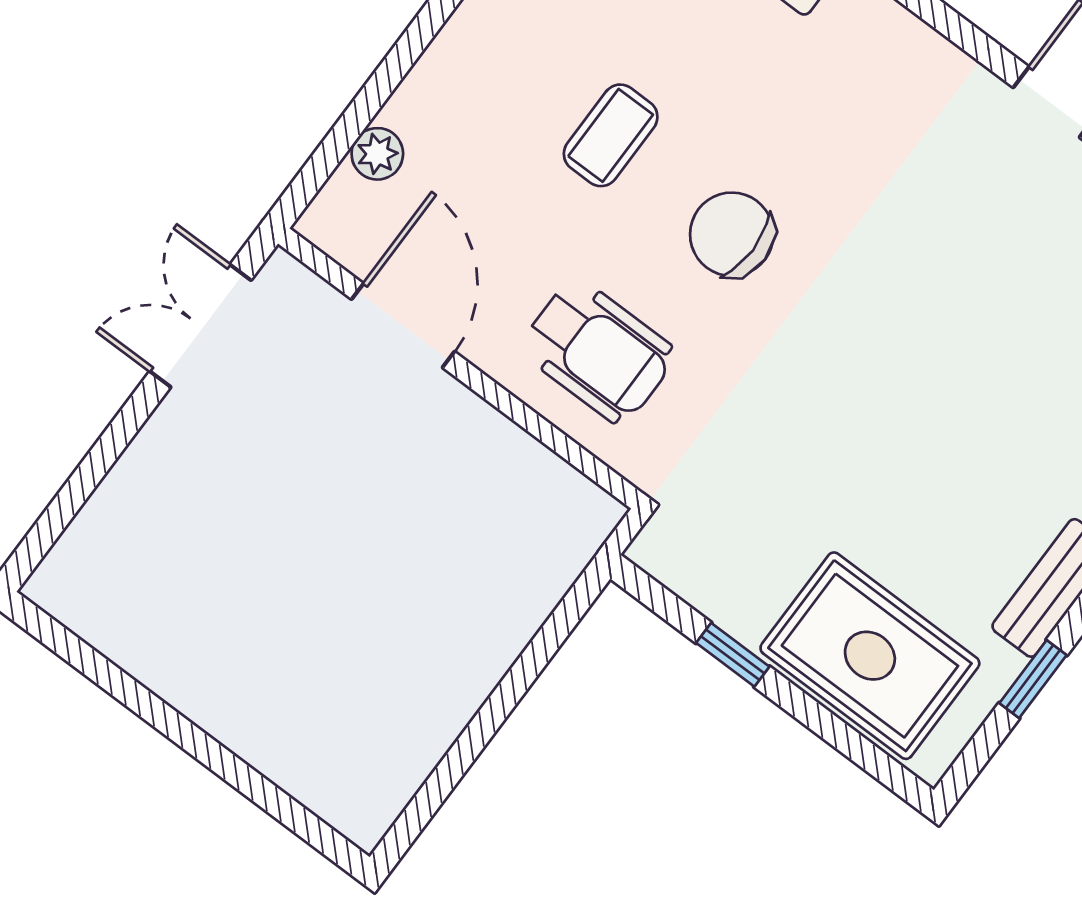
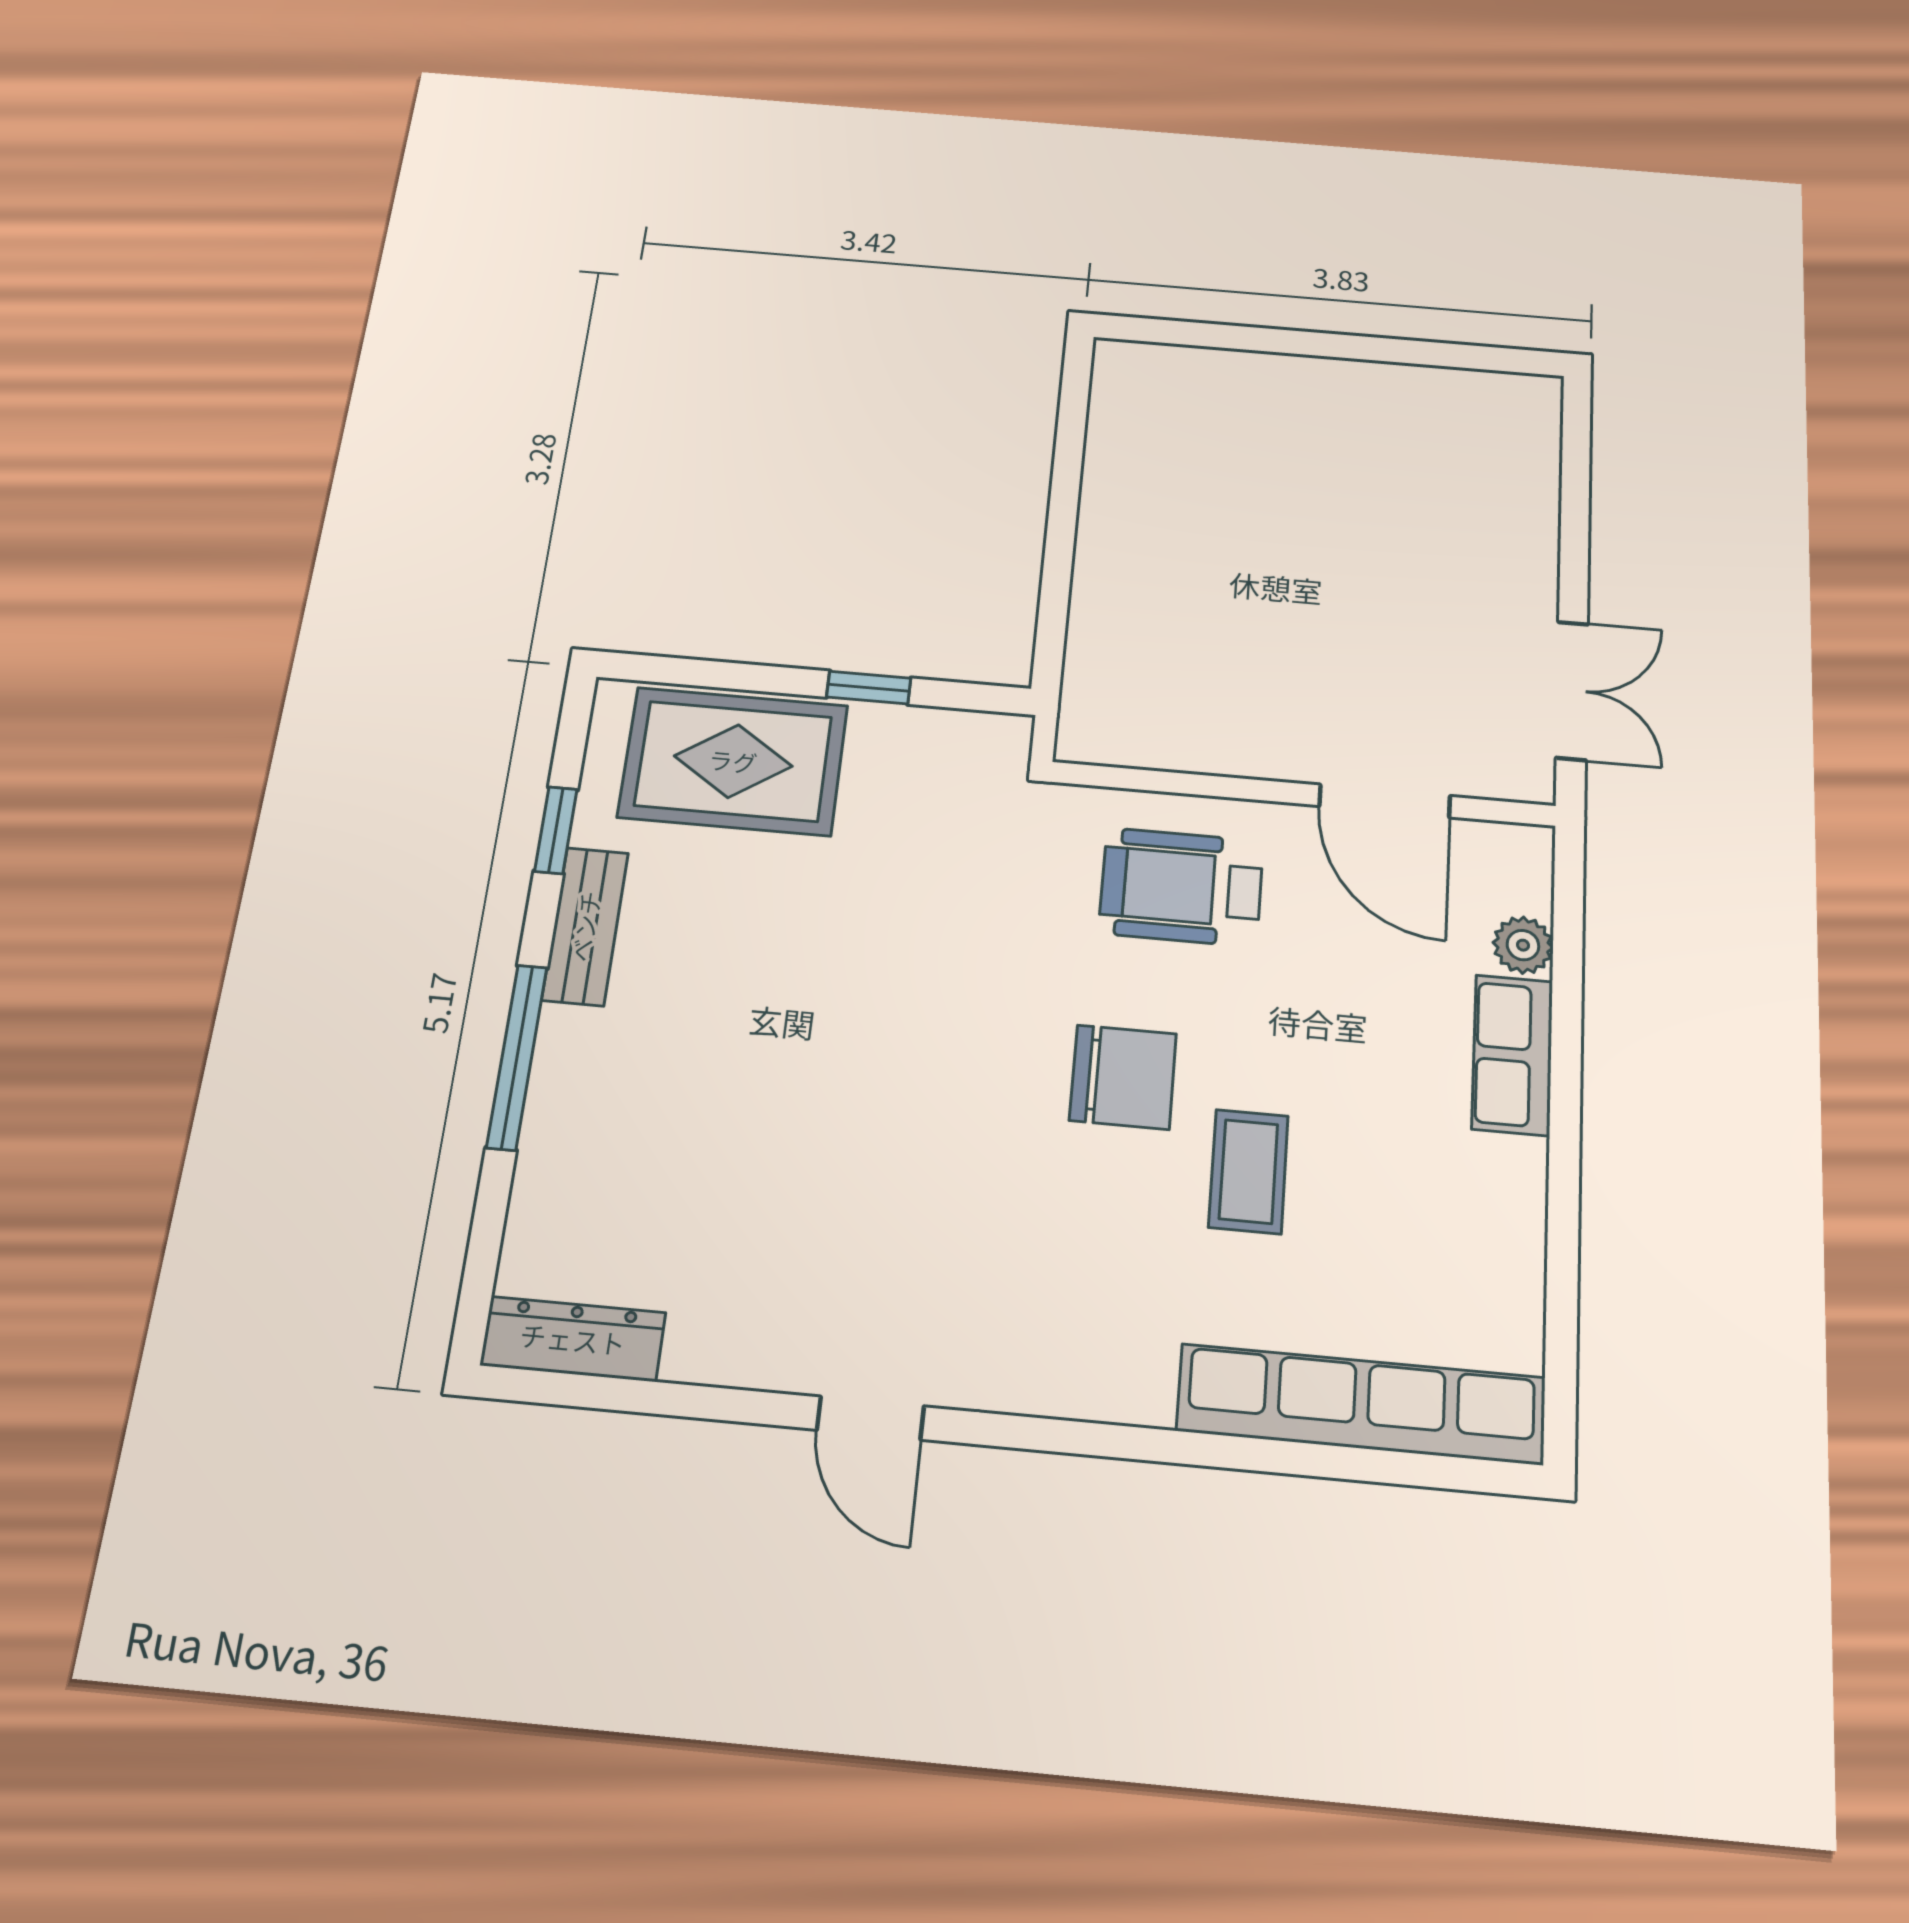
row of seats: (442, 79) -> (1513, 1055), added
coffee table: (611, 135) -> (1248, 1171), moved

